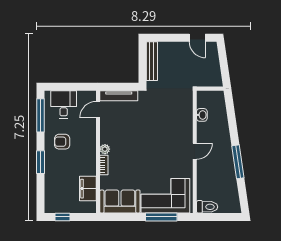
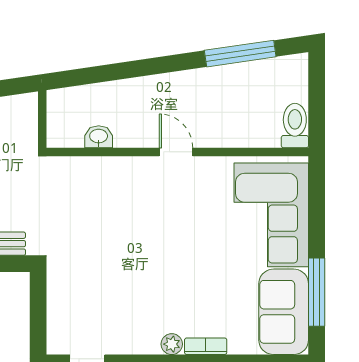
tv unit: (119, 96) -> (57, 314), removed
window: (238, 162) -> (240, 54), moved
window: (161, 217) -> (317, 292), moved

